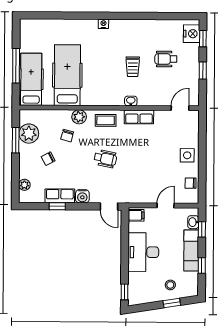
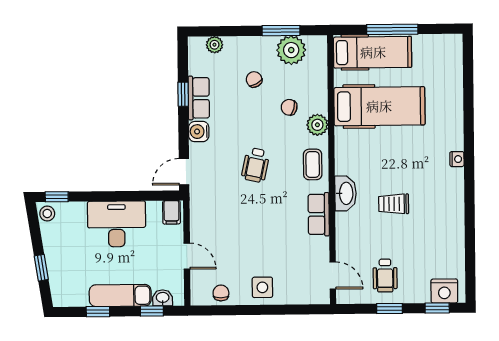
wheelchair: (166, 59) -> (385, 276), moved, turned 180
washbasin: (131, 101) -> (346, 193), width x1.91, depth x1.45
stool: (170, 285) -> (47, 214), moved

